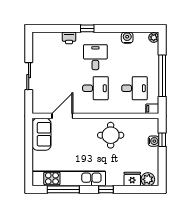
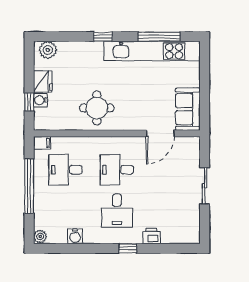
fridge: (132, 179) -> (43, 82), moved, turned -90

